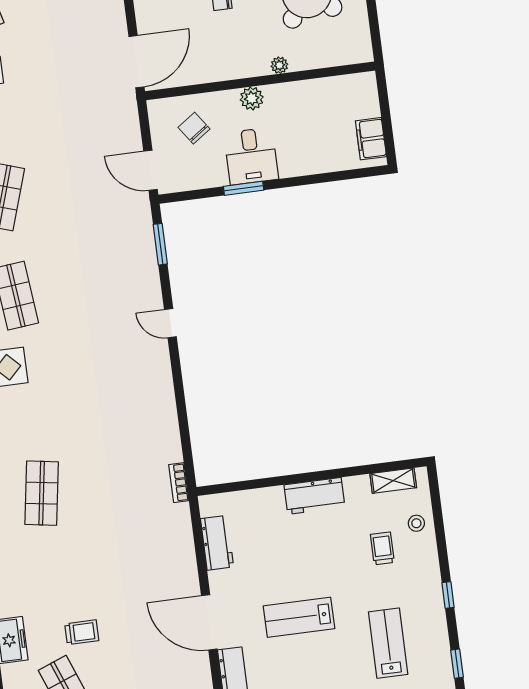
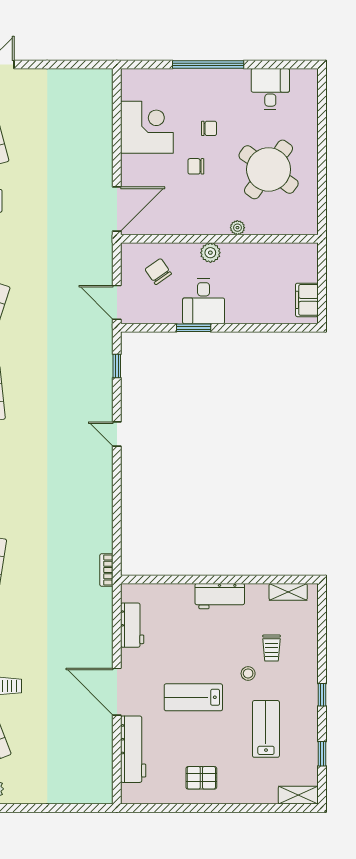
window: (160, 244) -> (117, 366), width x0.67
stool: (416, 523) -> (248, 673), moved
trolley: (382, 548) -> (272, 648), turned 180

